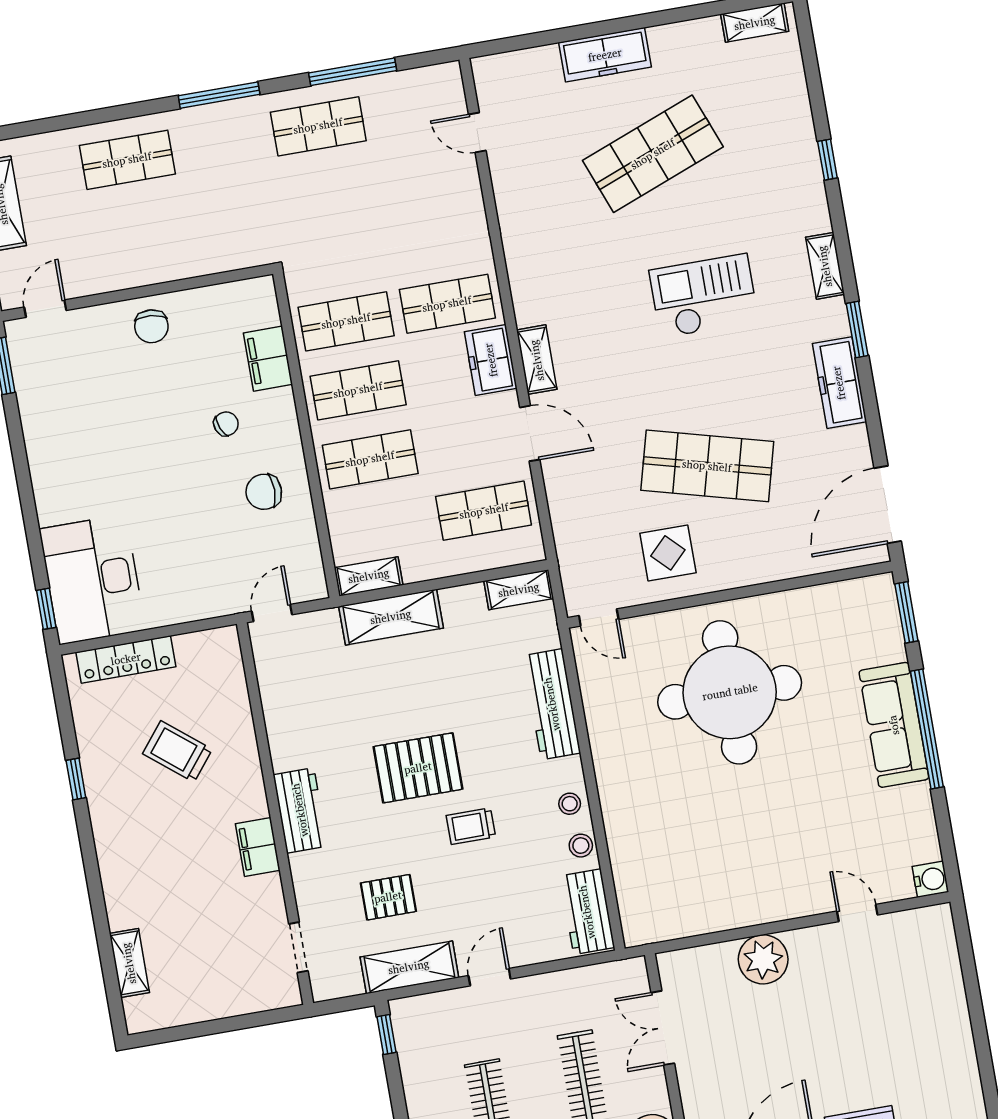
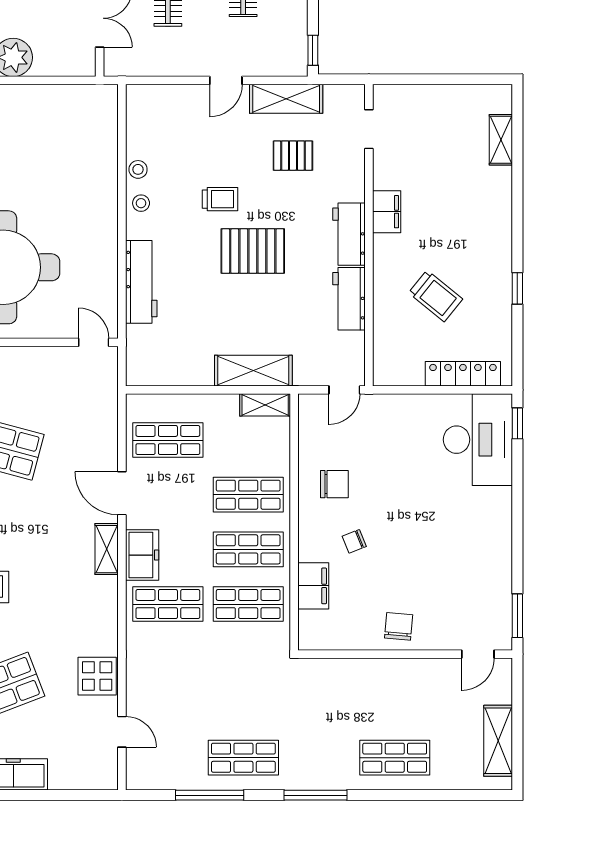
display table: (668, 553) -> (97, 676), moved
shelving: (519, 590) -> (151, 375), removed
workbench: (587, 912) -> (349, 299), moved, turned 180

